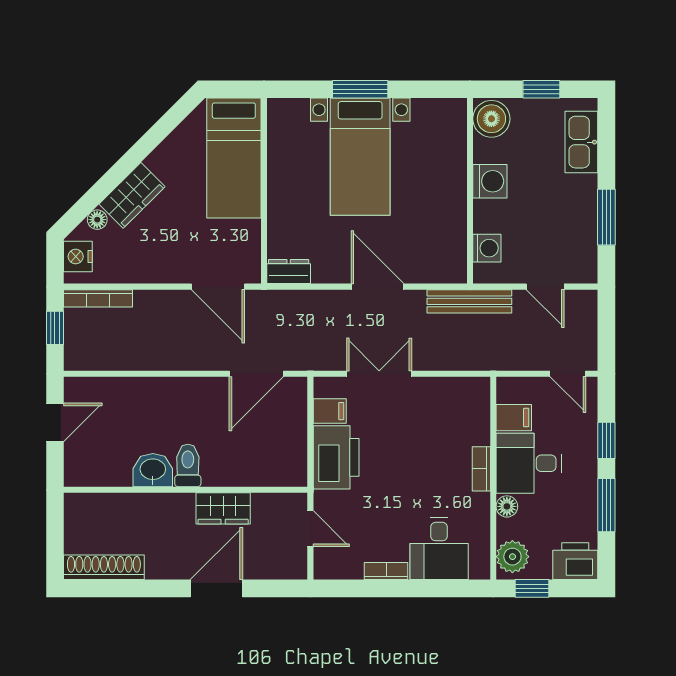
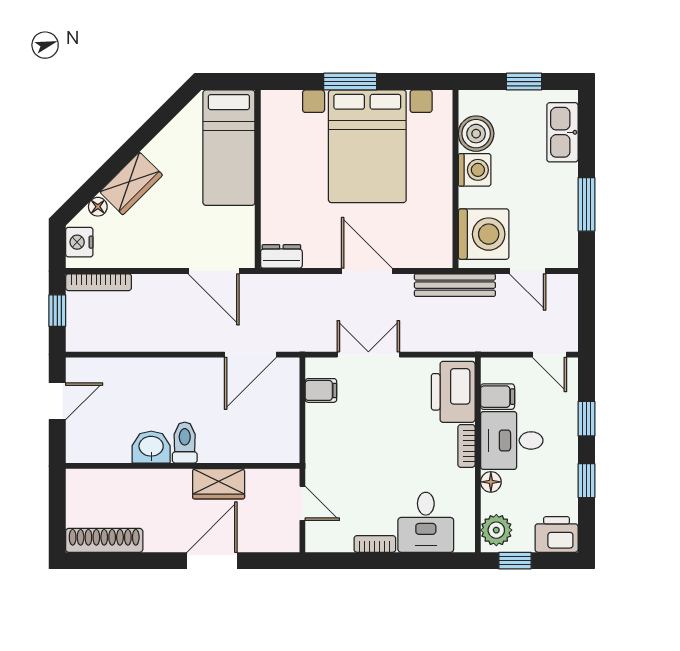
boiler: (491, 119) -> (476, 134), moved
bed with nightstands: (360, 157) -> (367, 146), width x1.36
washing machine: (487, 248) -> (484, 234), width x1.89, depth x1.89
printer: (336, 457) -> (453, 392), moved, turned 180
window: (606, 505) -> (586, 481), width x0.67

